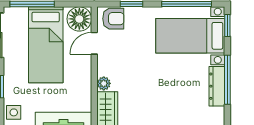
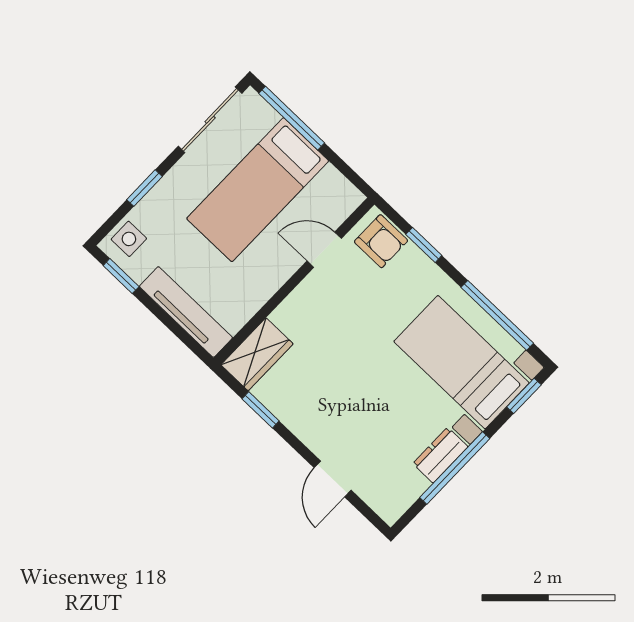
floor lamp: (79, 19) -> (335, 198), removed
plant: (104, 83) -> (286, 315), removed
dresser: (217, 86) -> (440, 455), width x0.70

